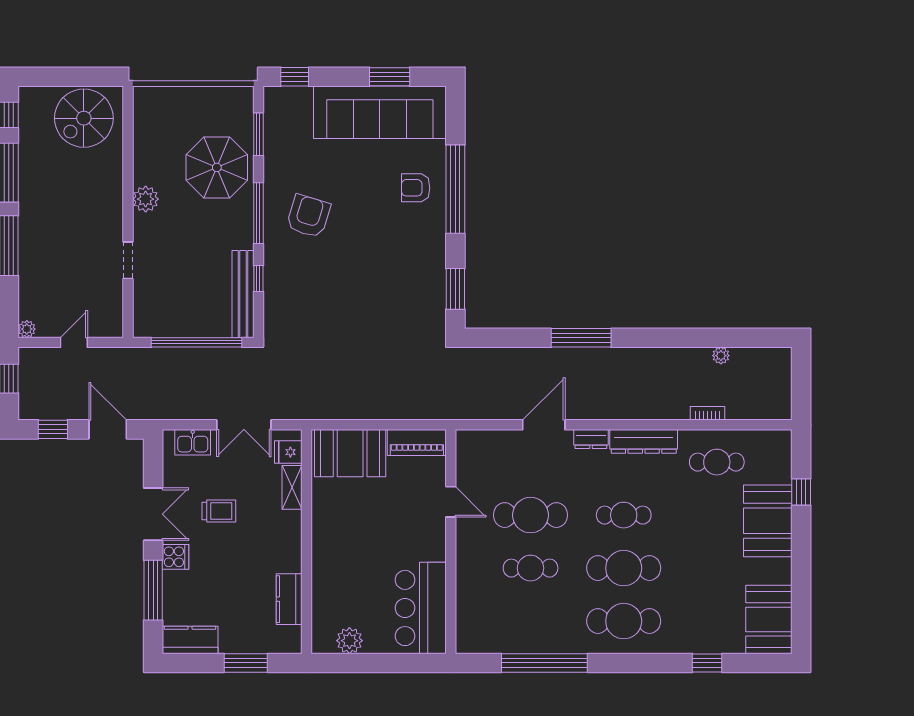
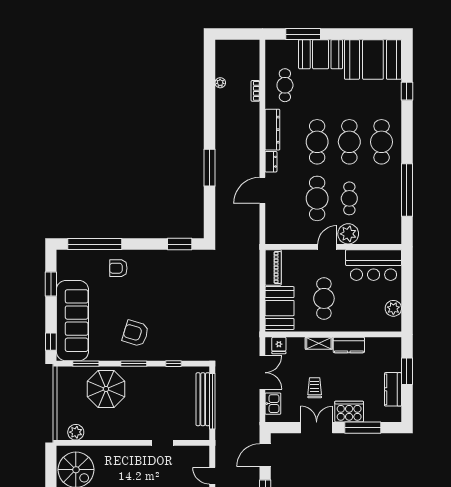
sofa: (380, 112) -> (72, 321), moved
armchair: (416, 188) -> (118, 268), turned 90
window: (455, 189) -> (95, 244), moved
plant: (146, 199) -> (76, 432), moved
window: (258, 213) -> (134, 364), width x0.69
bench: (243, 294) -> (203, 399), moved, turned 90
door: (544, 425) -> (262, 190), hinge flipped
shelving: (292, 487) -> (319, 343), moved
window: (801, 492) -> (303, 34), width x2.17
door: (451, 502) -> (327, 247), moved
cafe table: (624, 515) -> (317, 142), width x1.37, depth x1.35
cafe table: (366, 526) -> (324, 298), added
cooker: (175, 557) -> (349, 412), width x1.87, depth x1.31
plant: (472, 566) -> (348, 234), added
kitchen counter: (289, 599) -> (349, 345), moved
booth: (769, 619) -> (373, 60), width x1.36, depth x1.42
kitchen counter: (190, 640) -> (393, 389), moved

